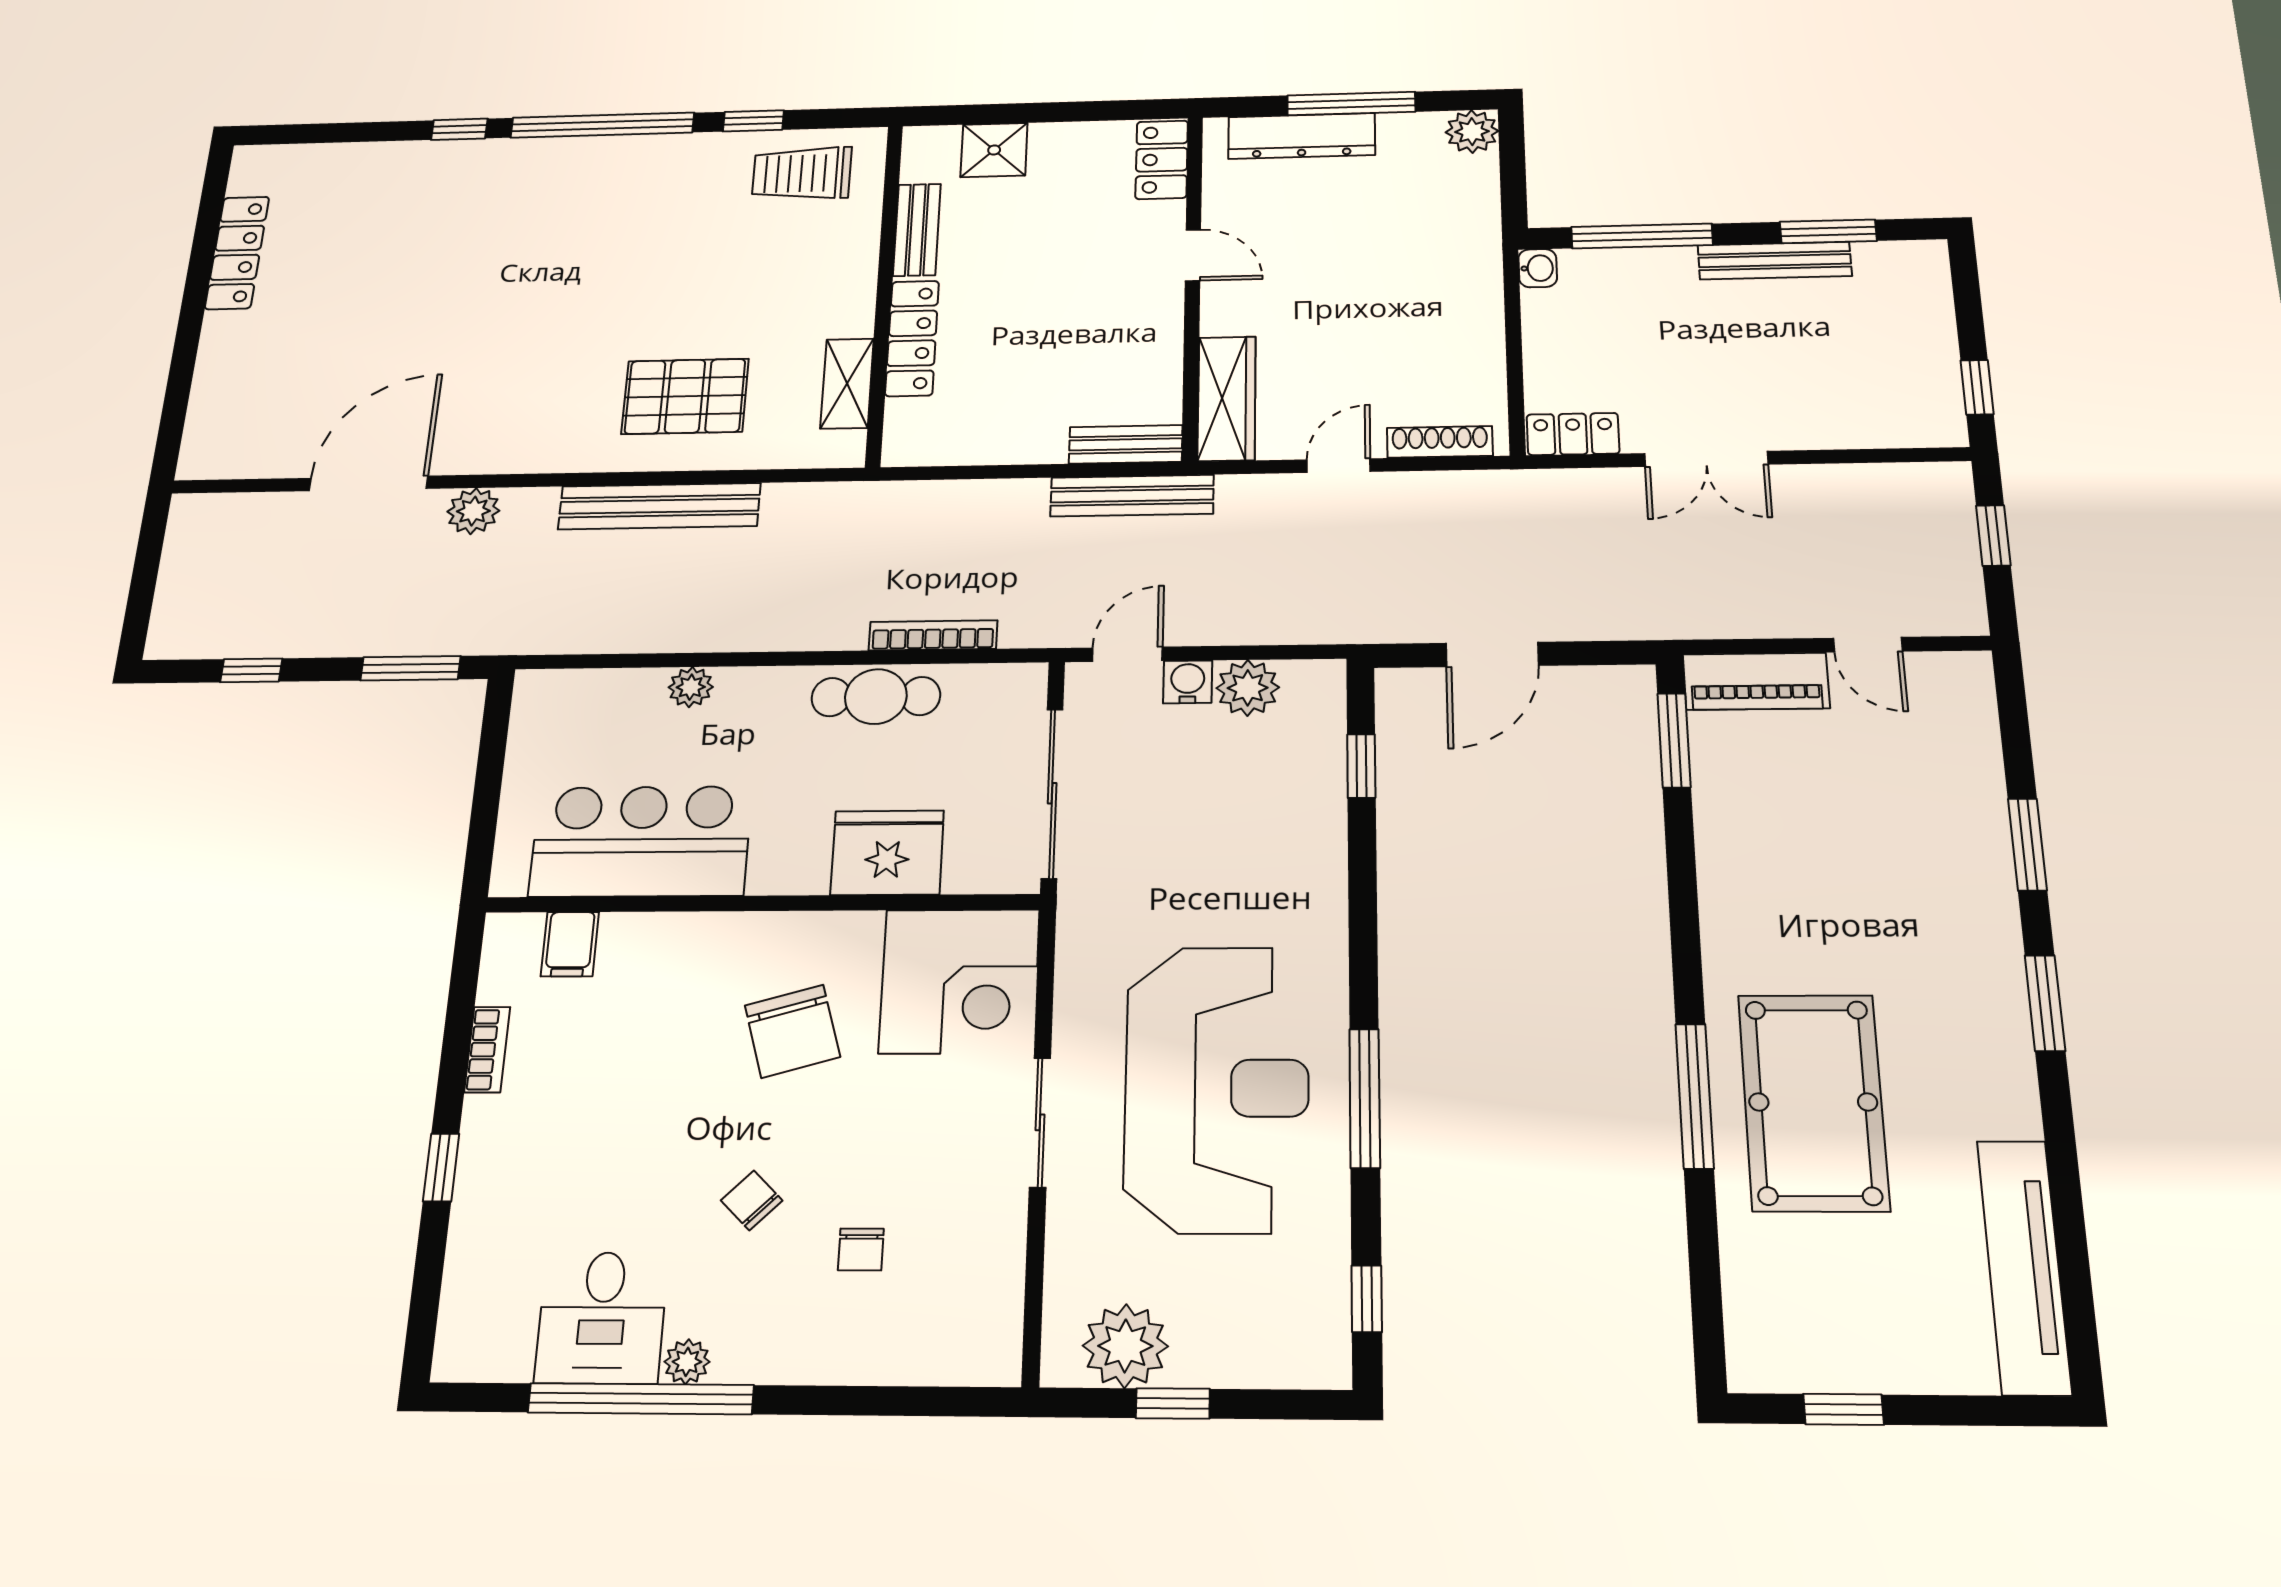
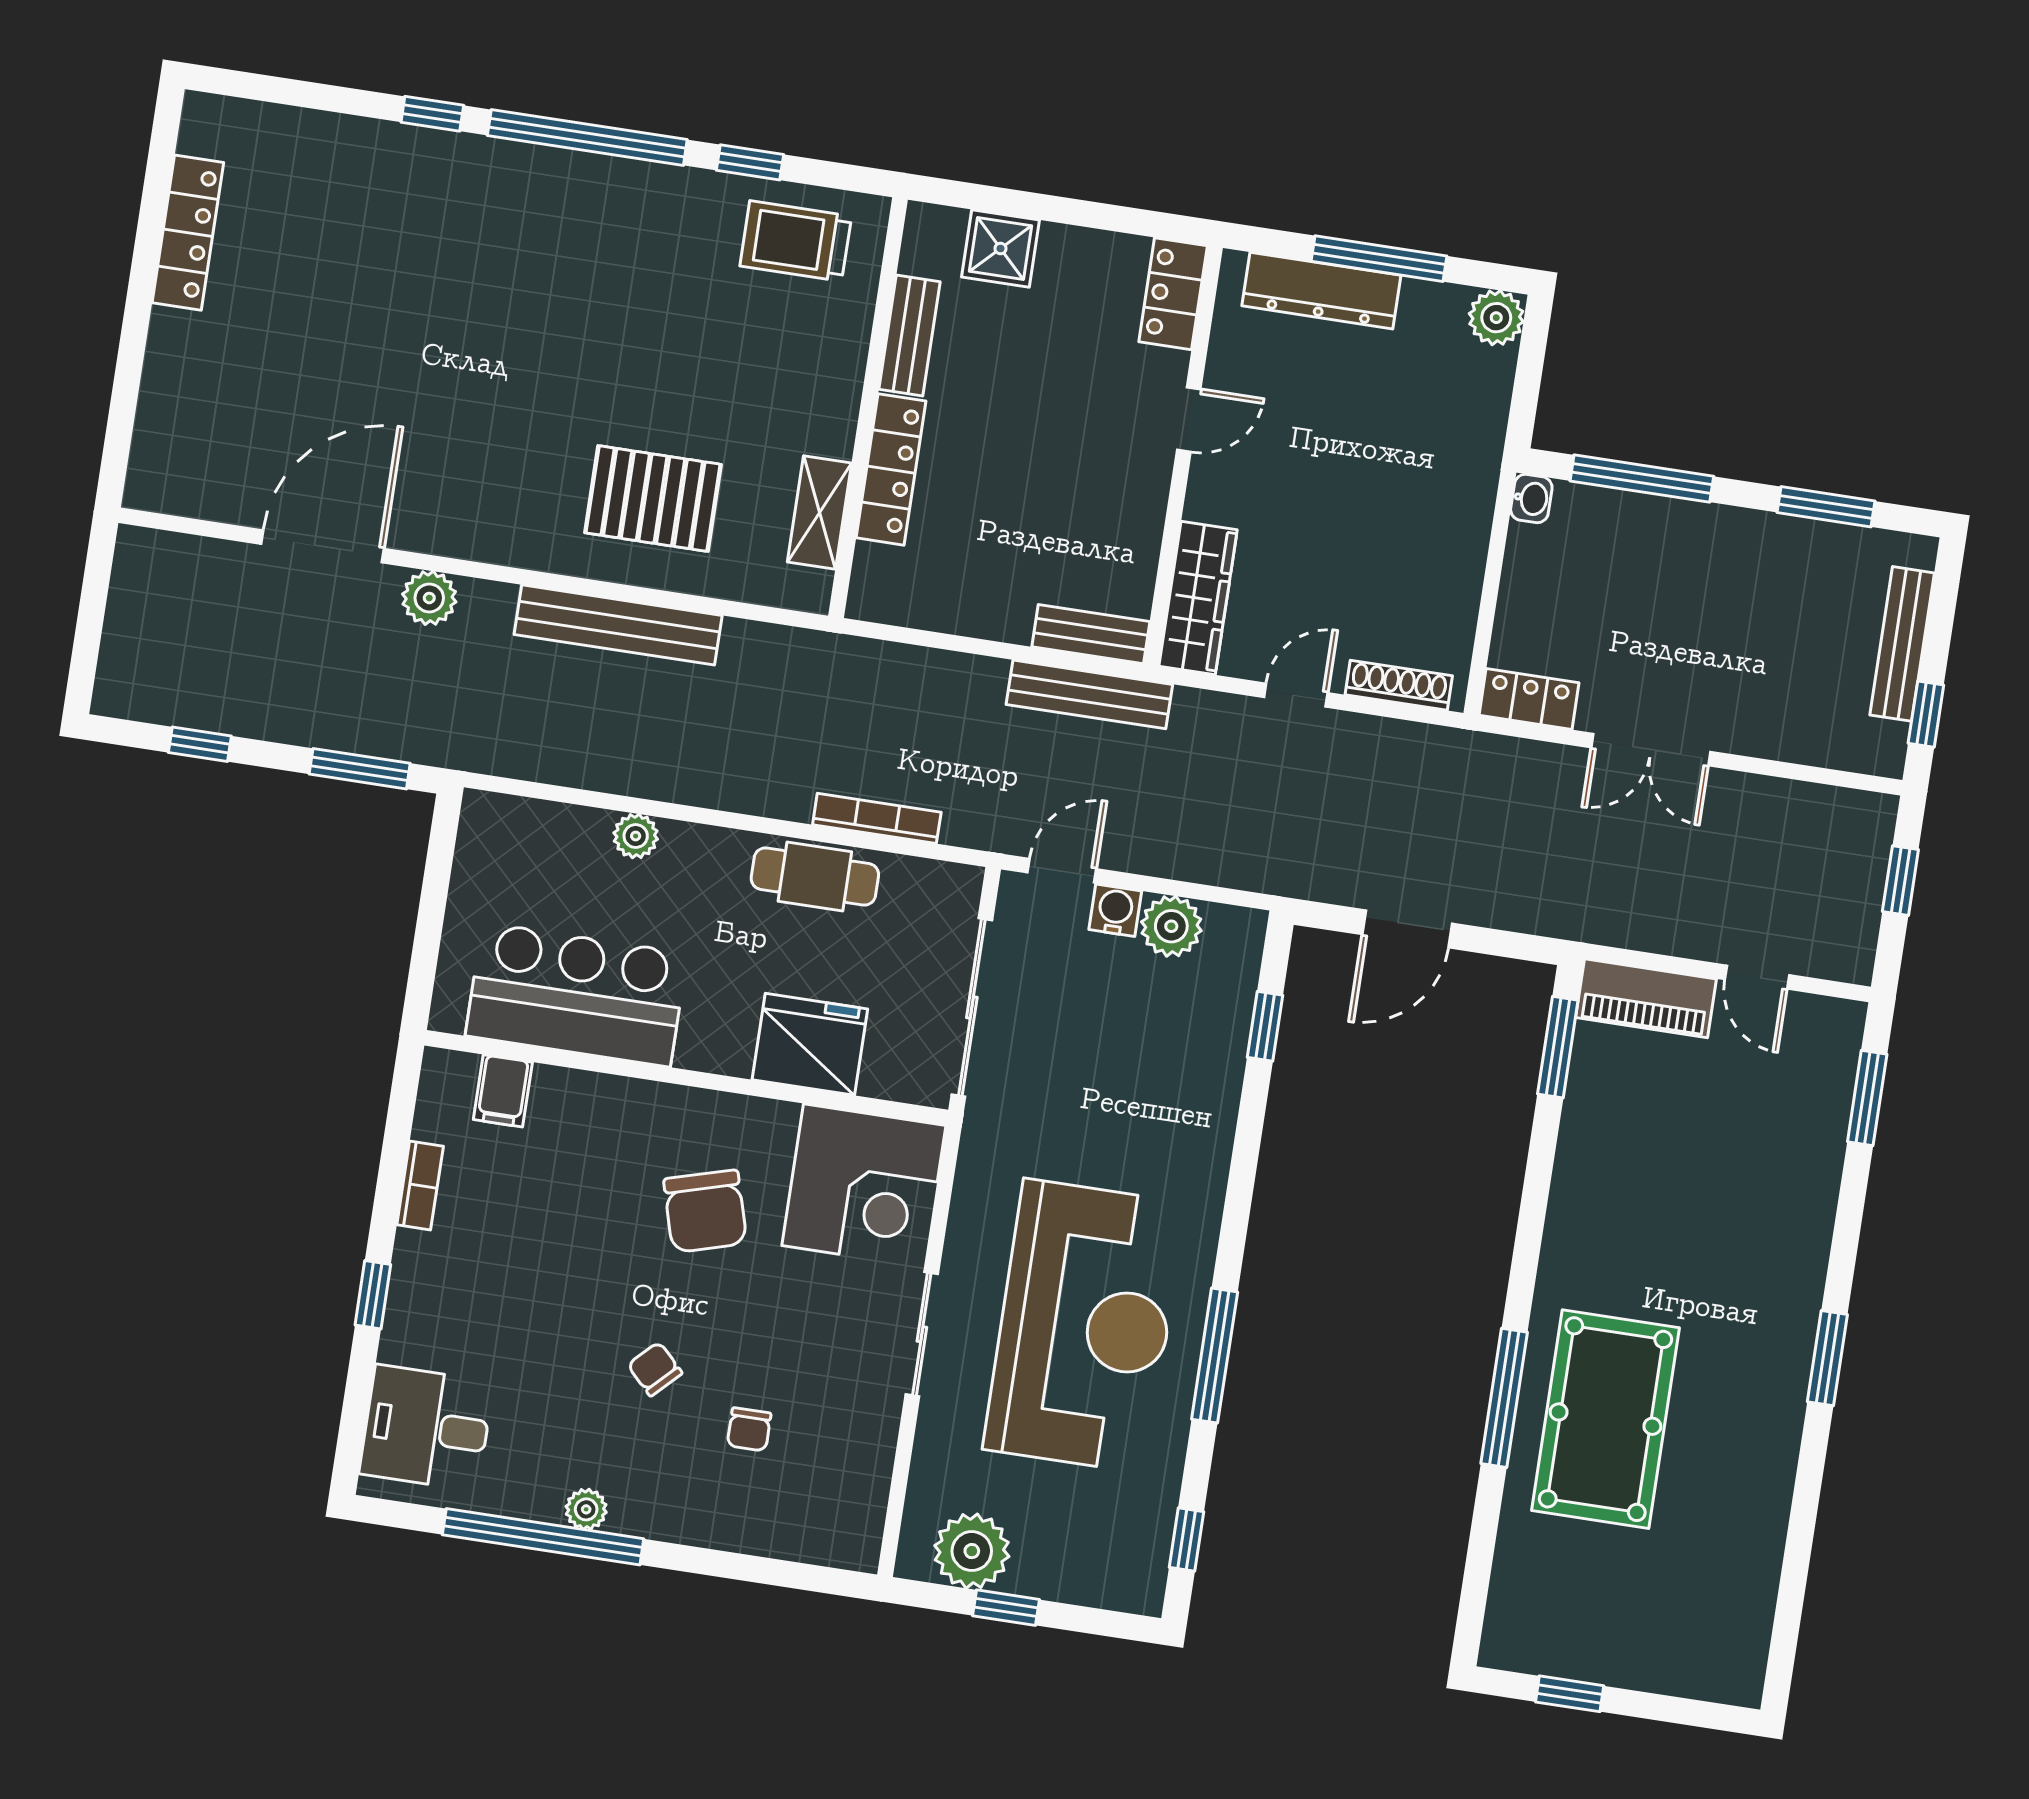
door: (1193, 255) -> (1189, 419), hinge flipped
bench: (1775, 261) -> (1902, 644), moved, turned 90
window: (2027, 844) -> (1867, 1098), moved
tv unit: (2024, 1266) -> (1749, 1593), removed
desk: (602, 1318) -> (427, 1428), moved, turned 90

